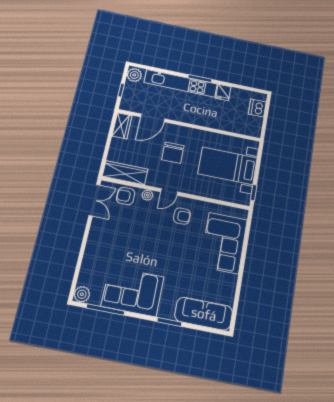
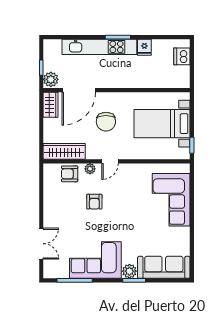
plant: (134, 75) -> (51, 79), moved
door: (153, 118) -> (79, 90), width x1.36
double door: (94, 200) -> (41, 244), moved
armchair: (182, 216) -> (94, 202), moved, turned 90
plant: (82, 294) -> (129, 271), moved

